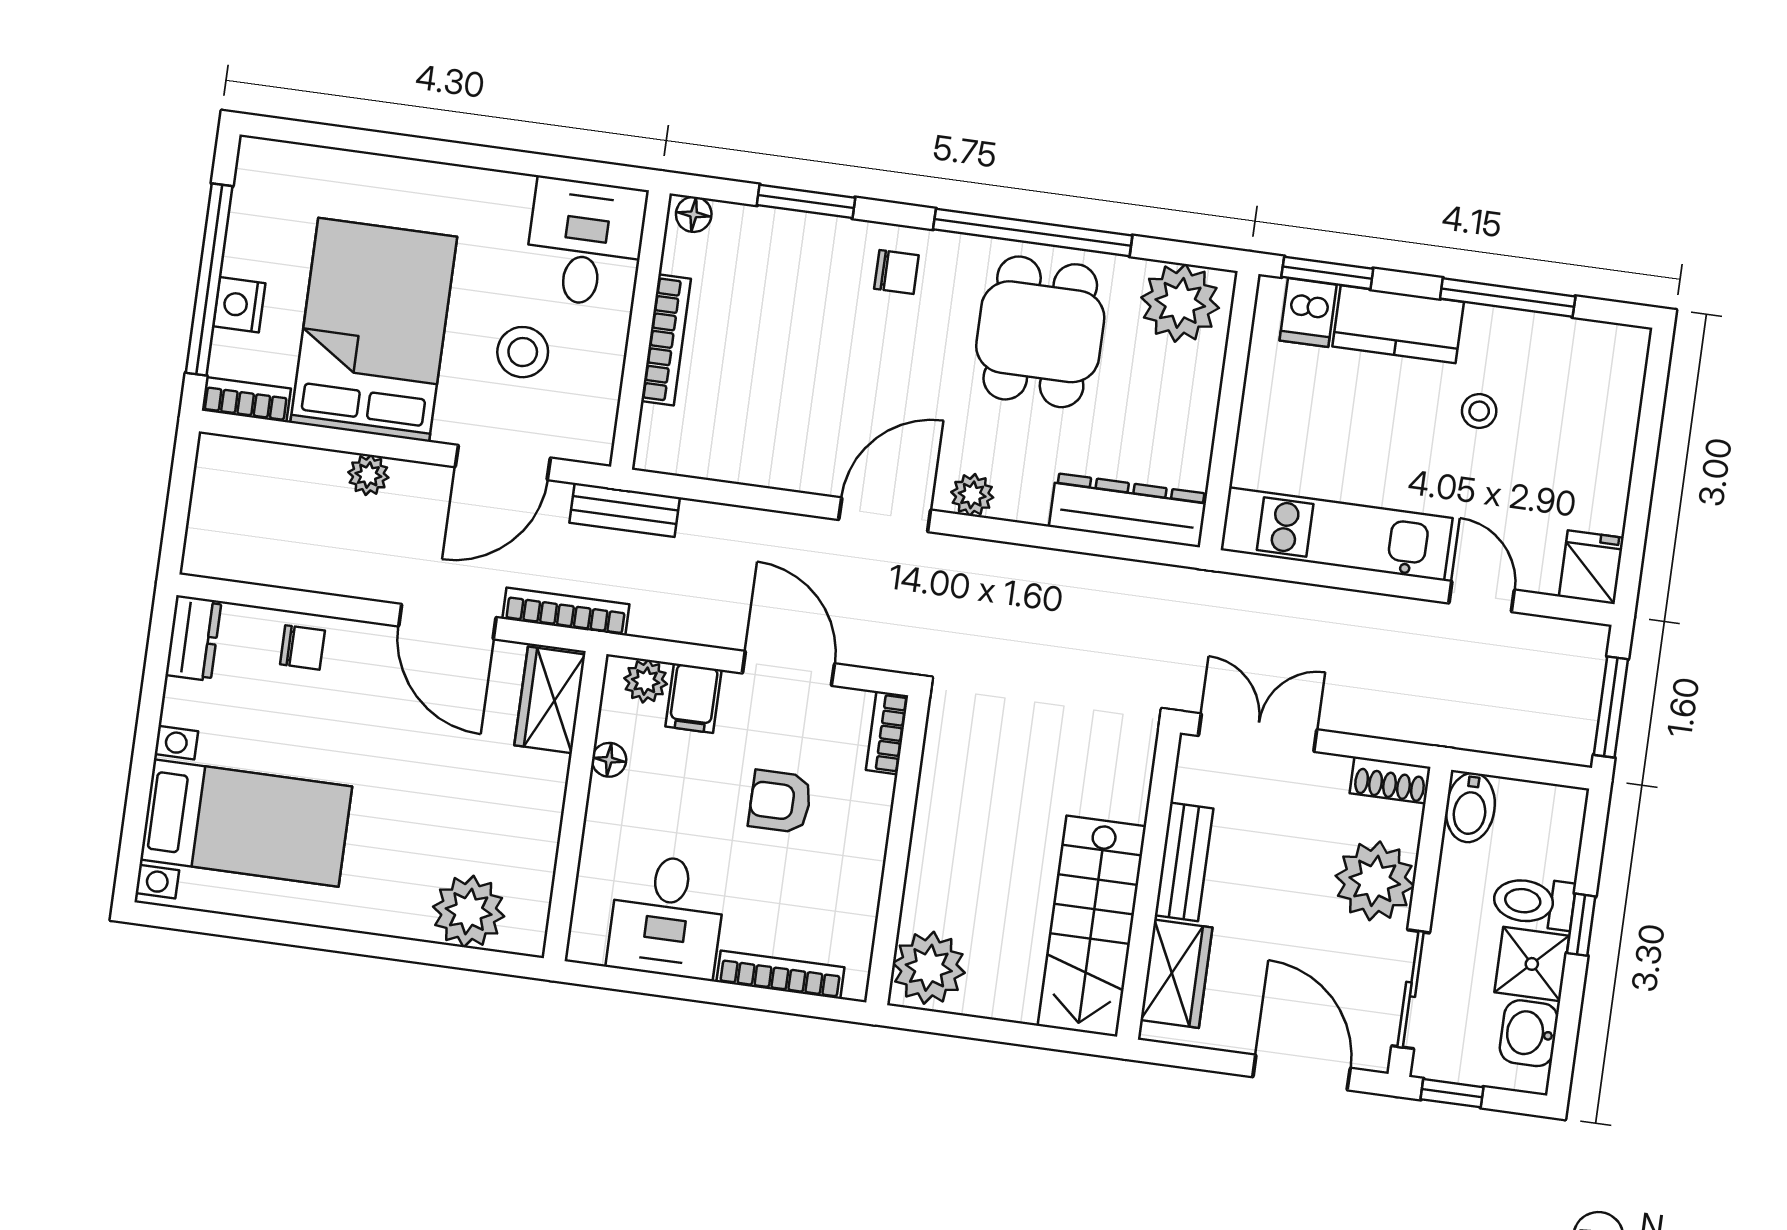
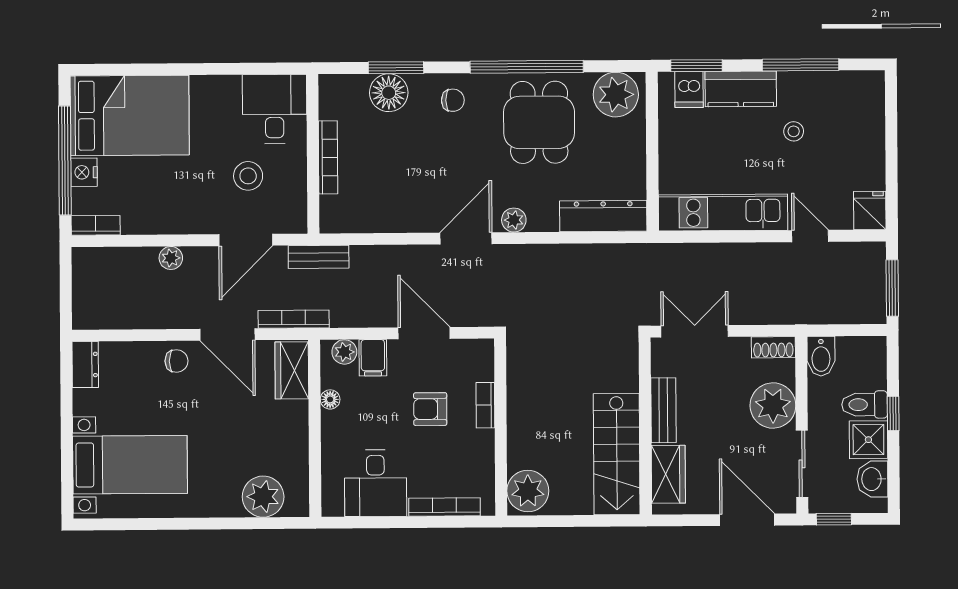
floor lamp: (694, 214) -> (389, 93), moved, width x1.89, depth x1.89
bed: (374, 330) -> (130, 115), moved, turned 90
chair: (302, 647) -> (176, 361), moved
bookcase: (887, 733) -> (485, 405), moved

